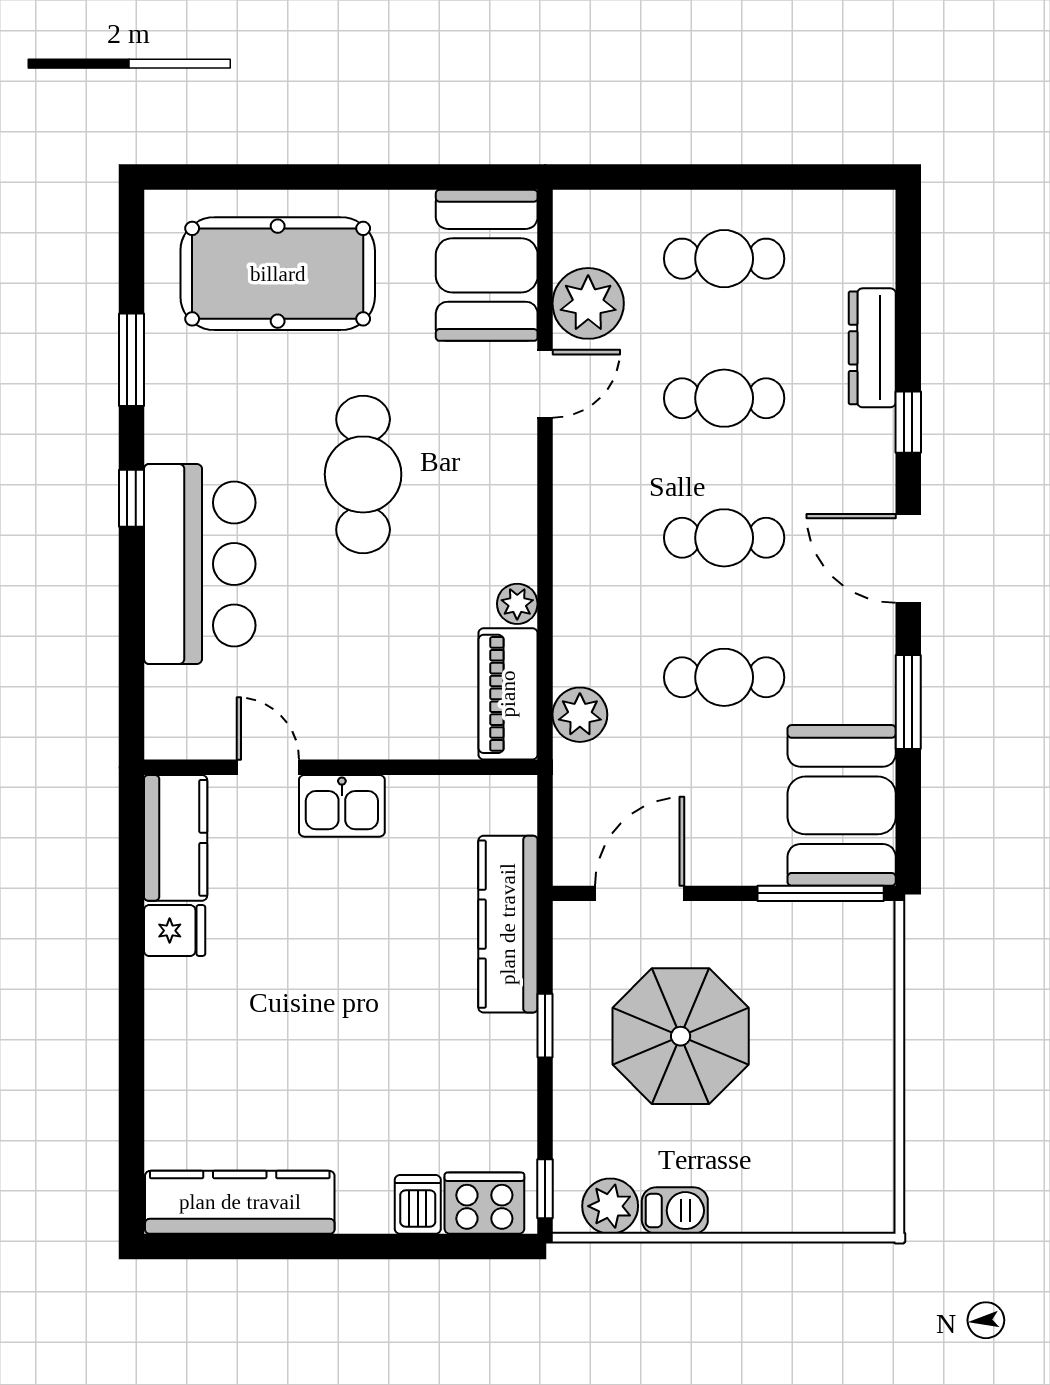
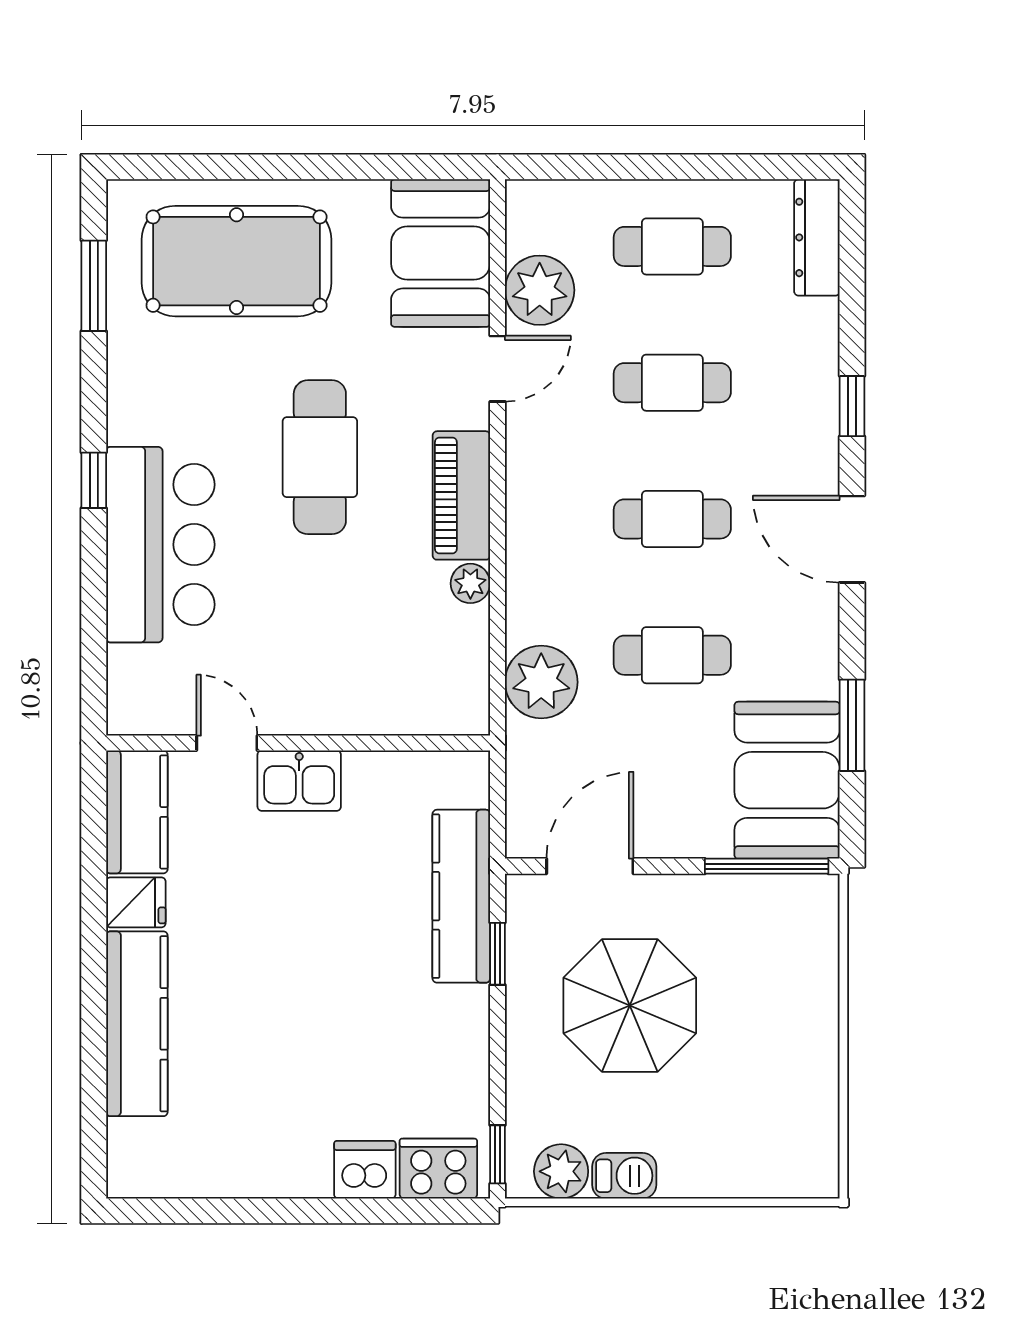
dresser: (872, 348) -> (817, 237), moved
window: (131, 360) -> (94, 286), moved
piano: (508, 694) -> (461, 495), moved
window: (908, 702) -> (852, 725), moved
plant: (580, 715) -> (541, 682), width x1.36, depth x1.36
window: (545, 1026) -> (498, 954), moved
kitchen counter: (240, 1202) -> (137, 1024), moved, turned 90
dishwasher: (418, 1204) -> (365, 1170), width x1.38

